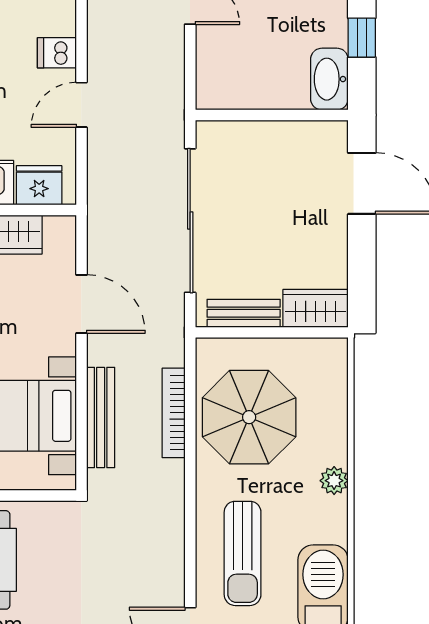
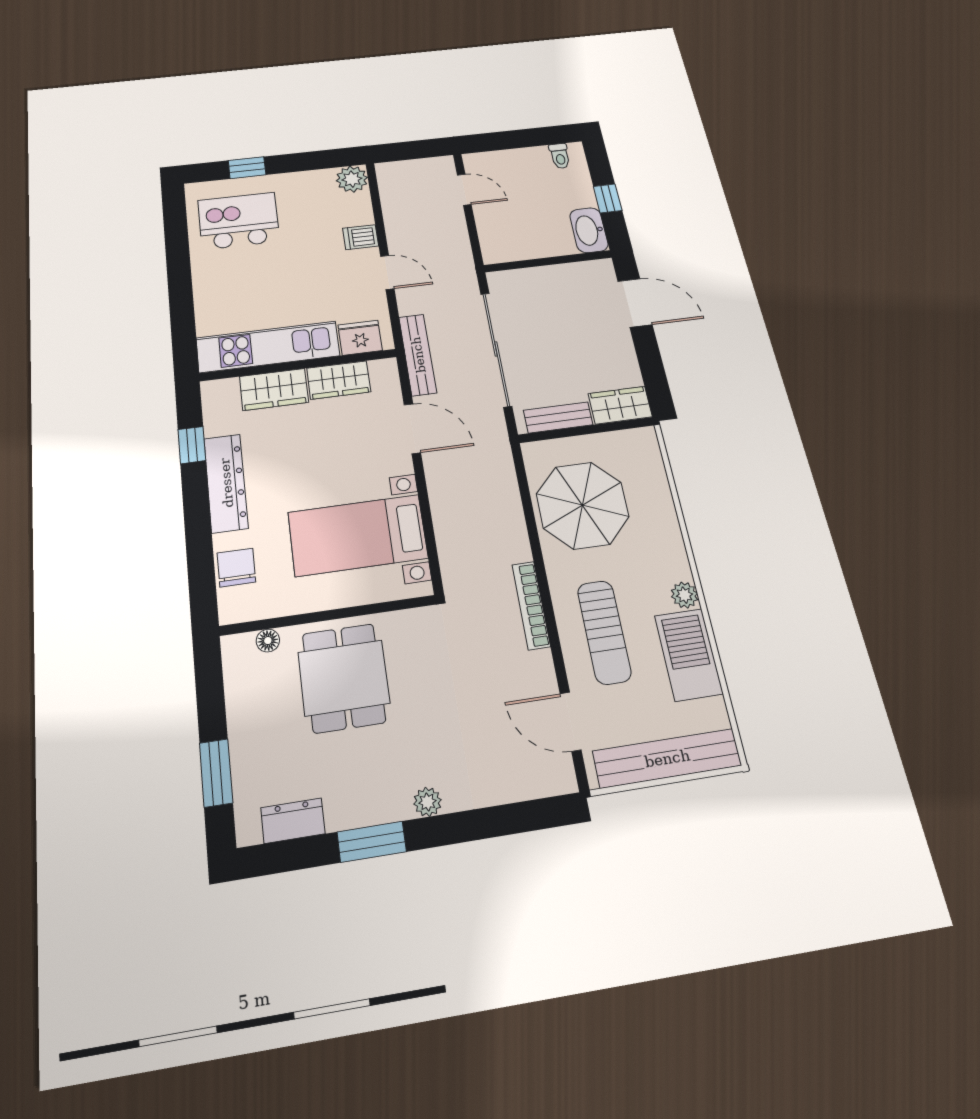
door: (81, 105) -> (387, 272), swing flipped
bookcase: (174, 413) -> (531, 605), moved
bench: (101, 417) -> (418, 355), moved
plant: (334, 481) -> (685, 595), moved

